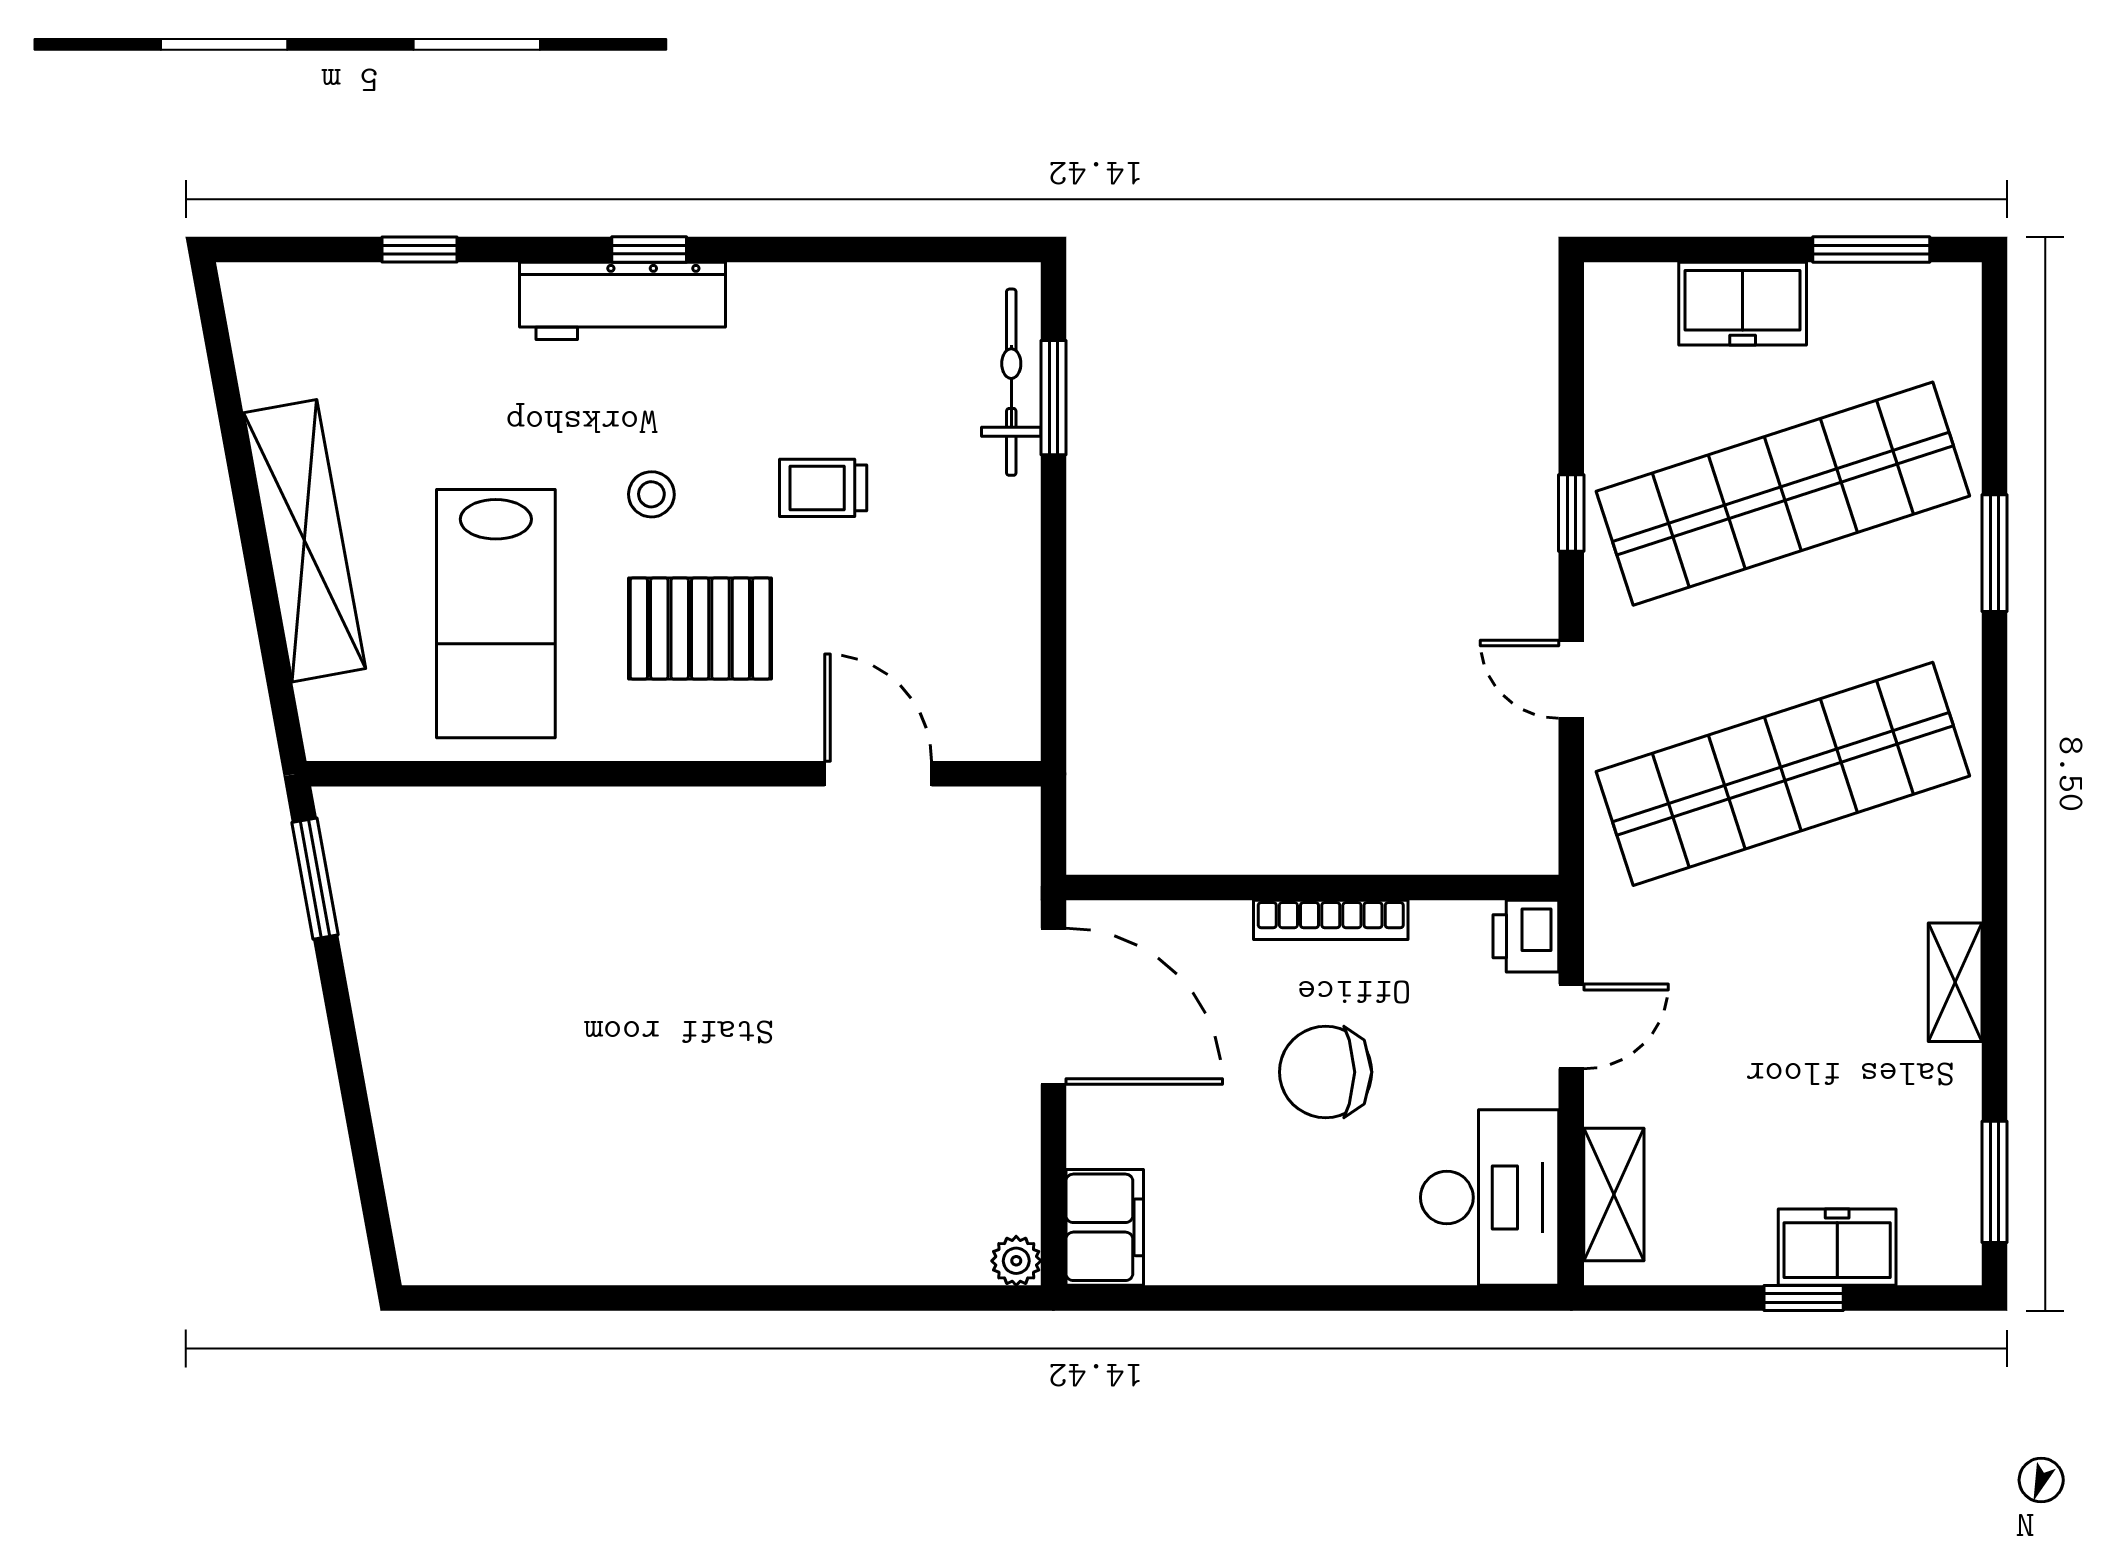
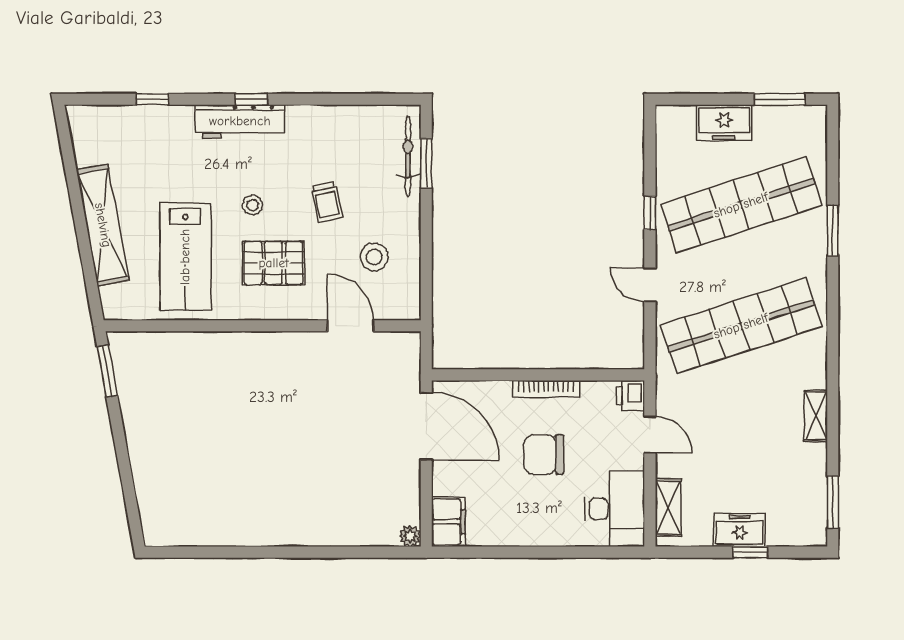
trolley: (823, 488) -> (327, 202), turned -102
stool: (933, 615) -> (374, 257), added
door: (1571, 1026) -> (650, 435), hinge flipped
freezer: (1837, 1247) -> (740, 530), moved

